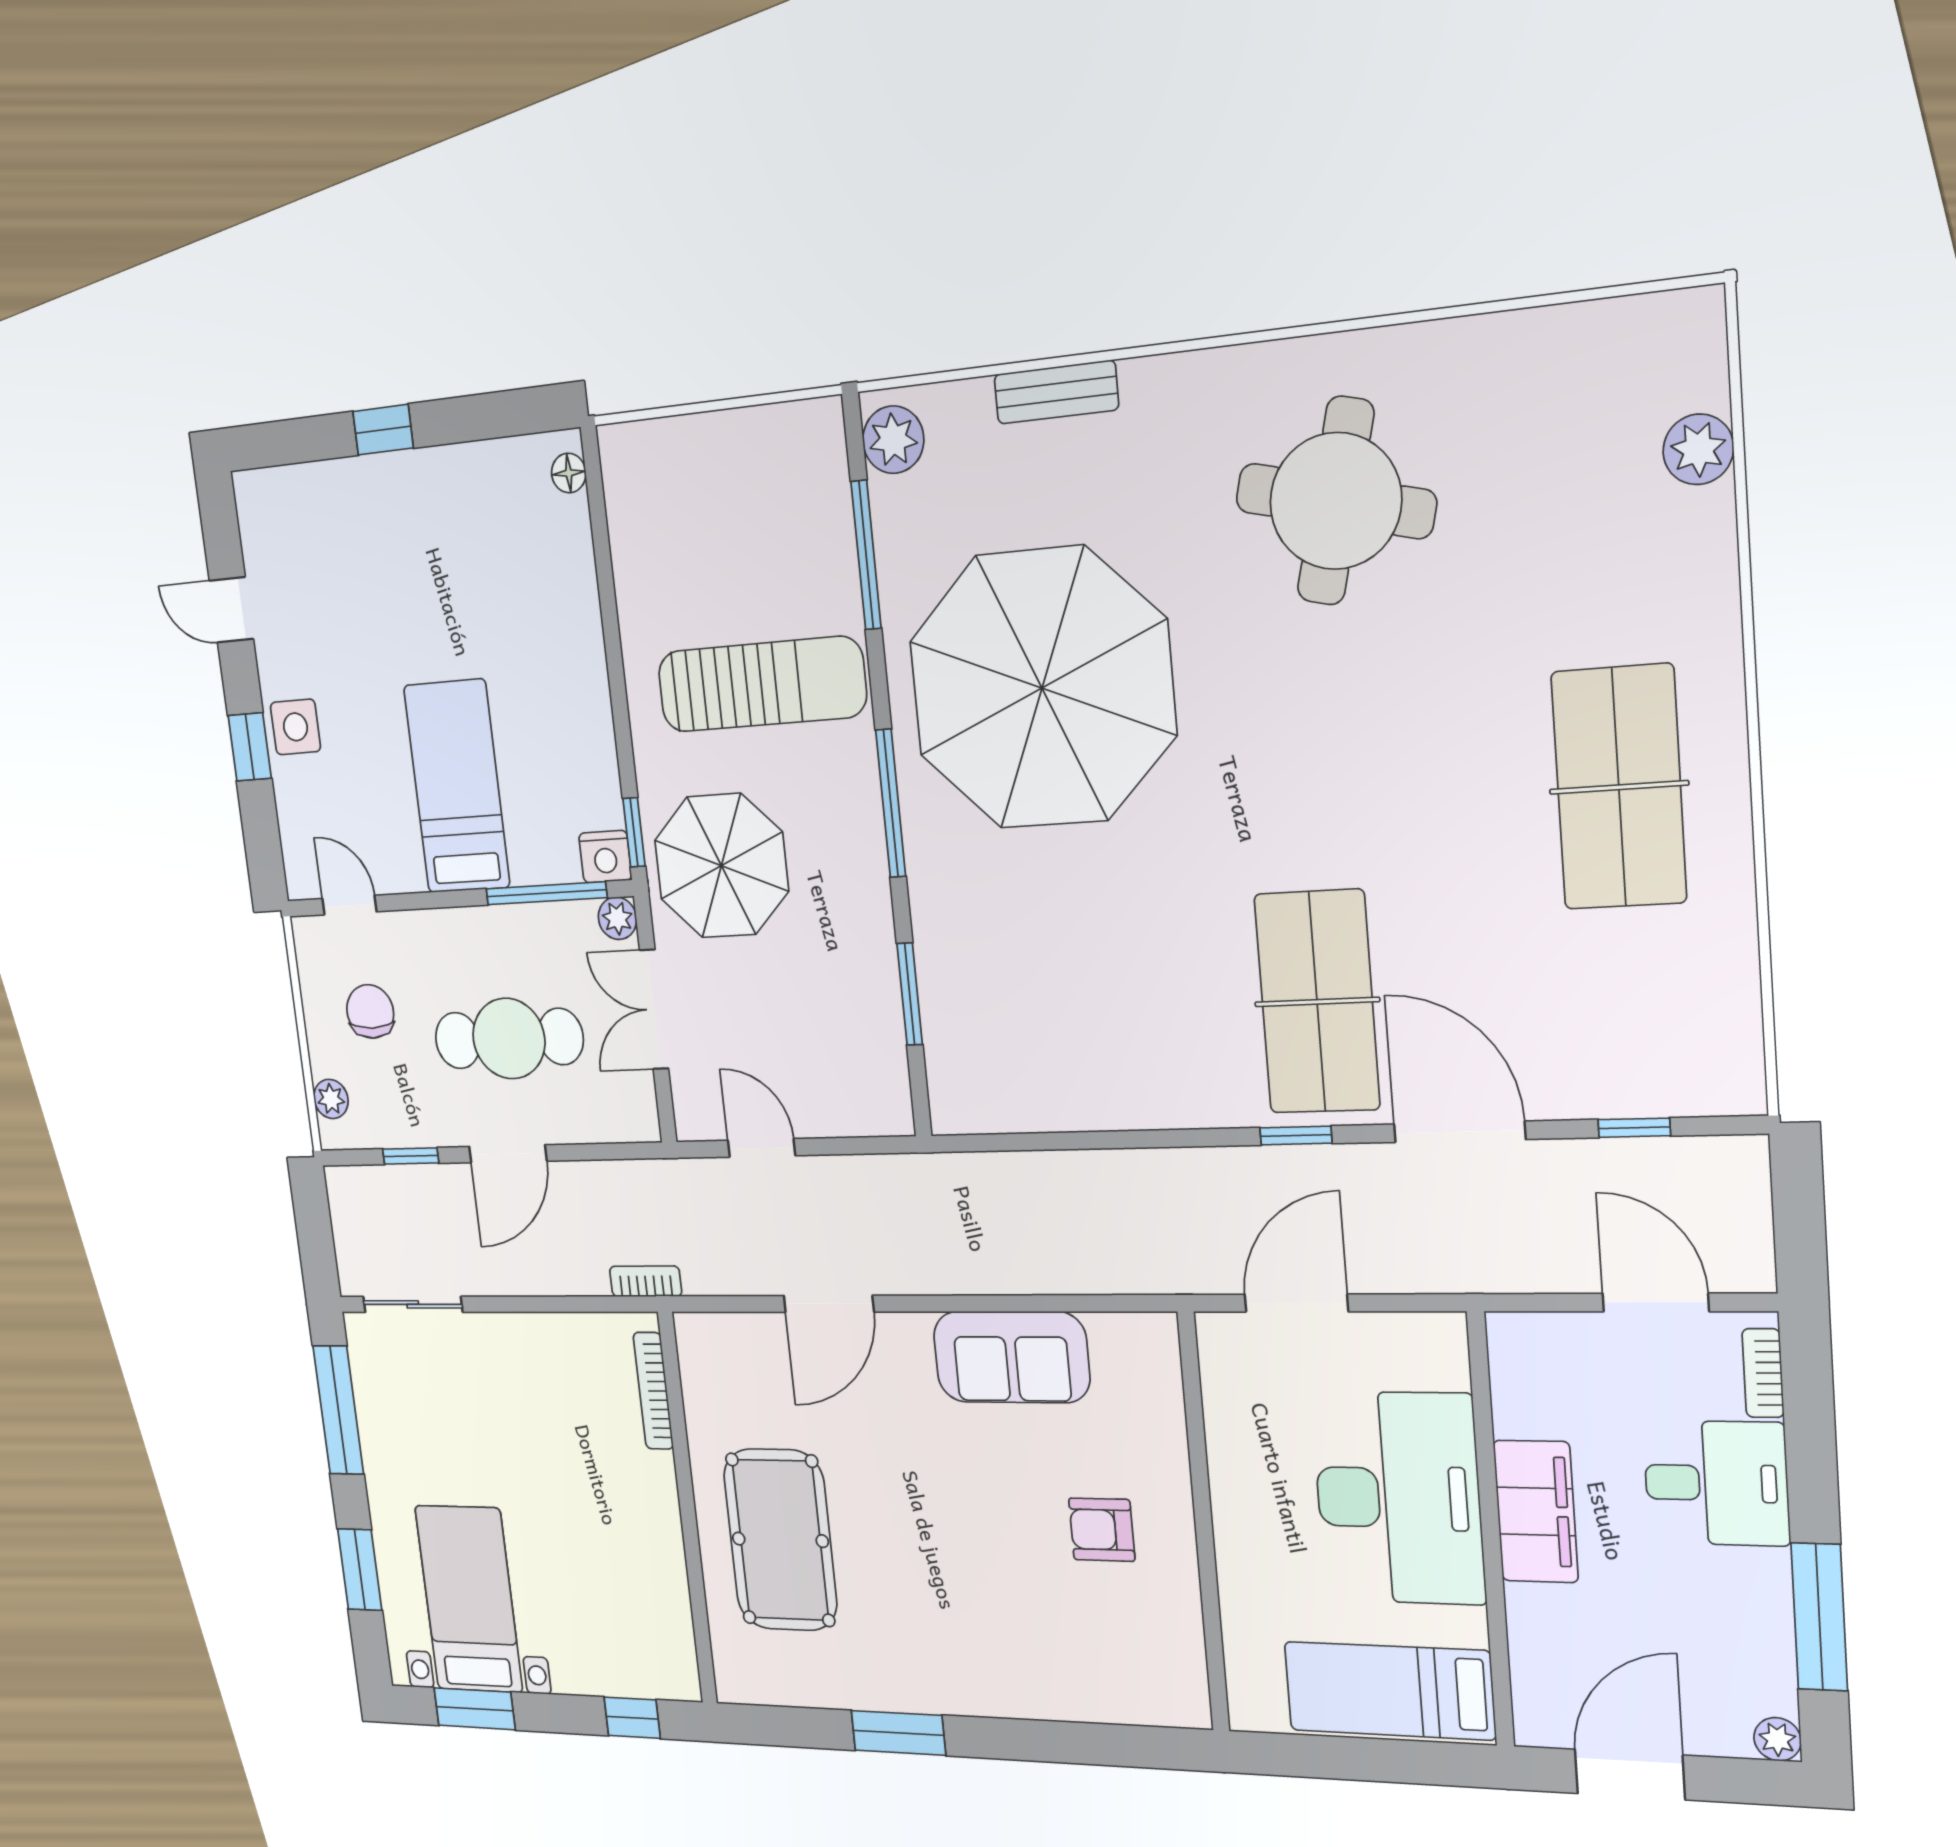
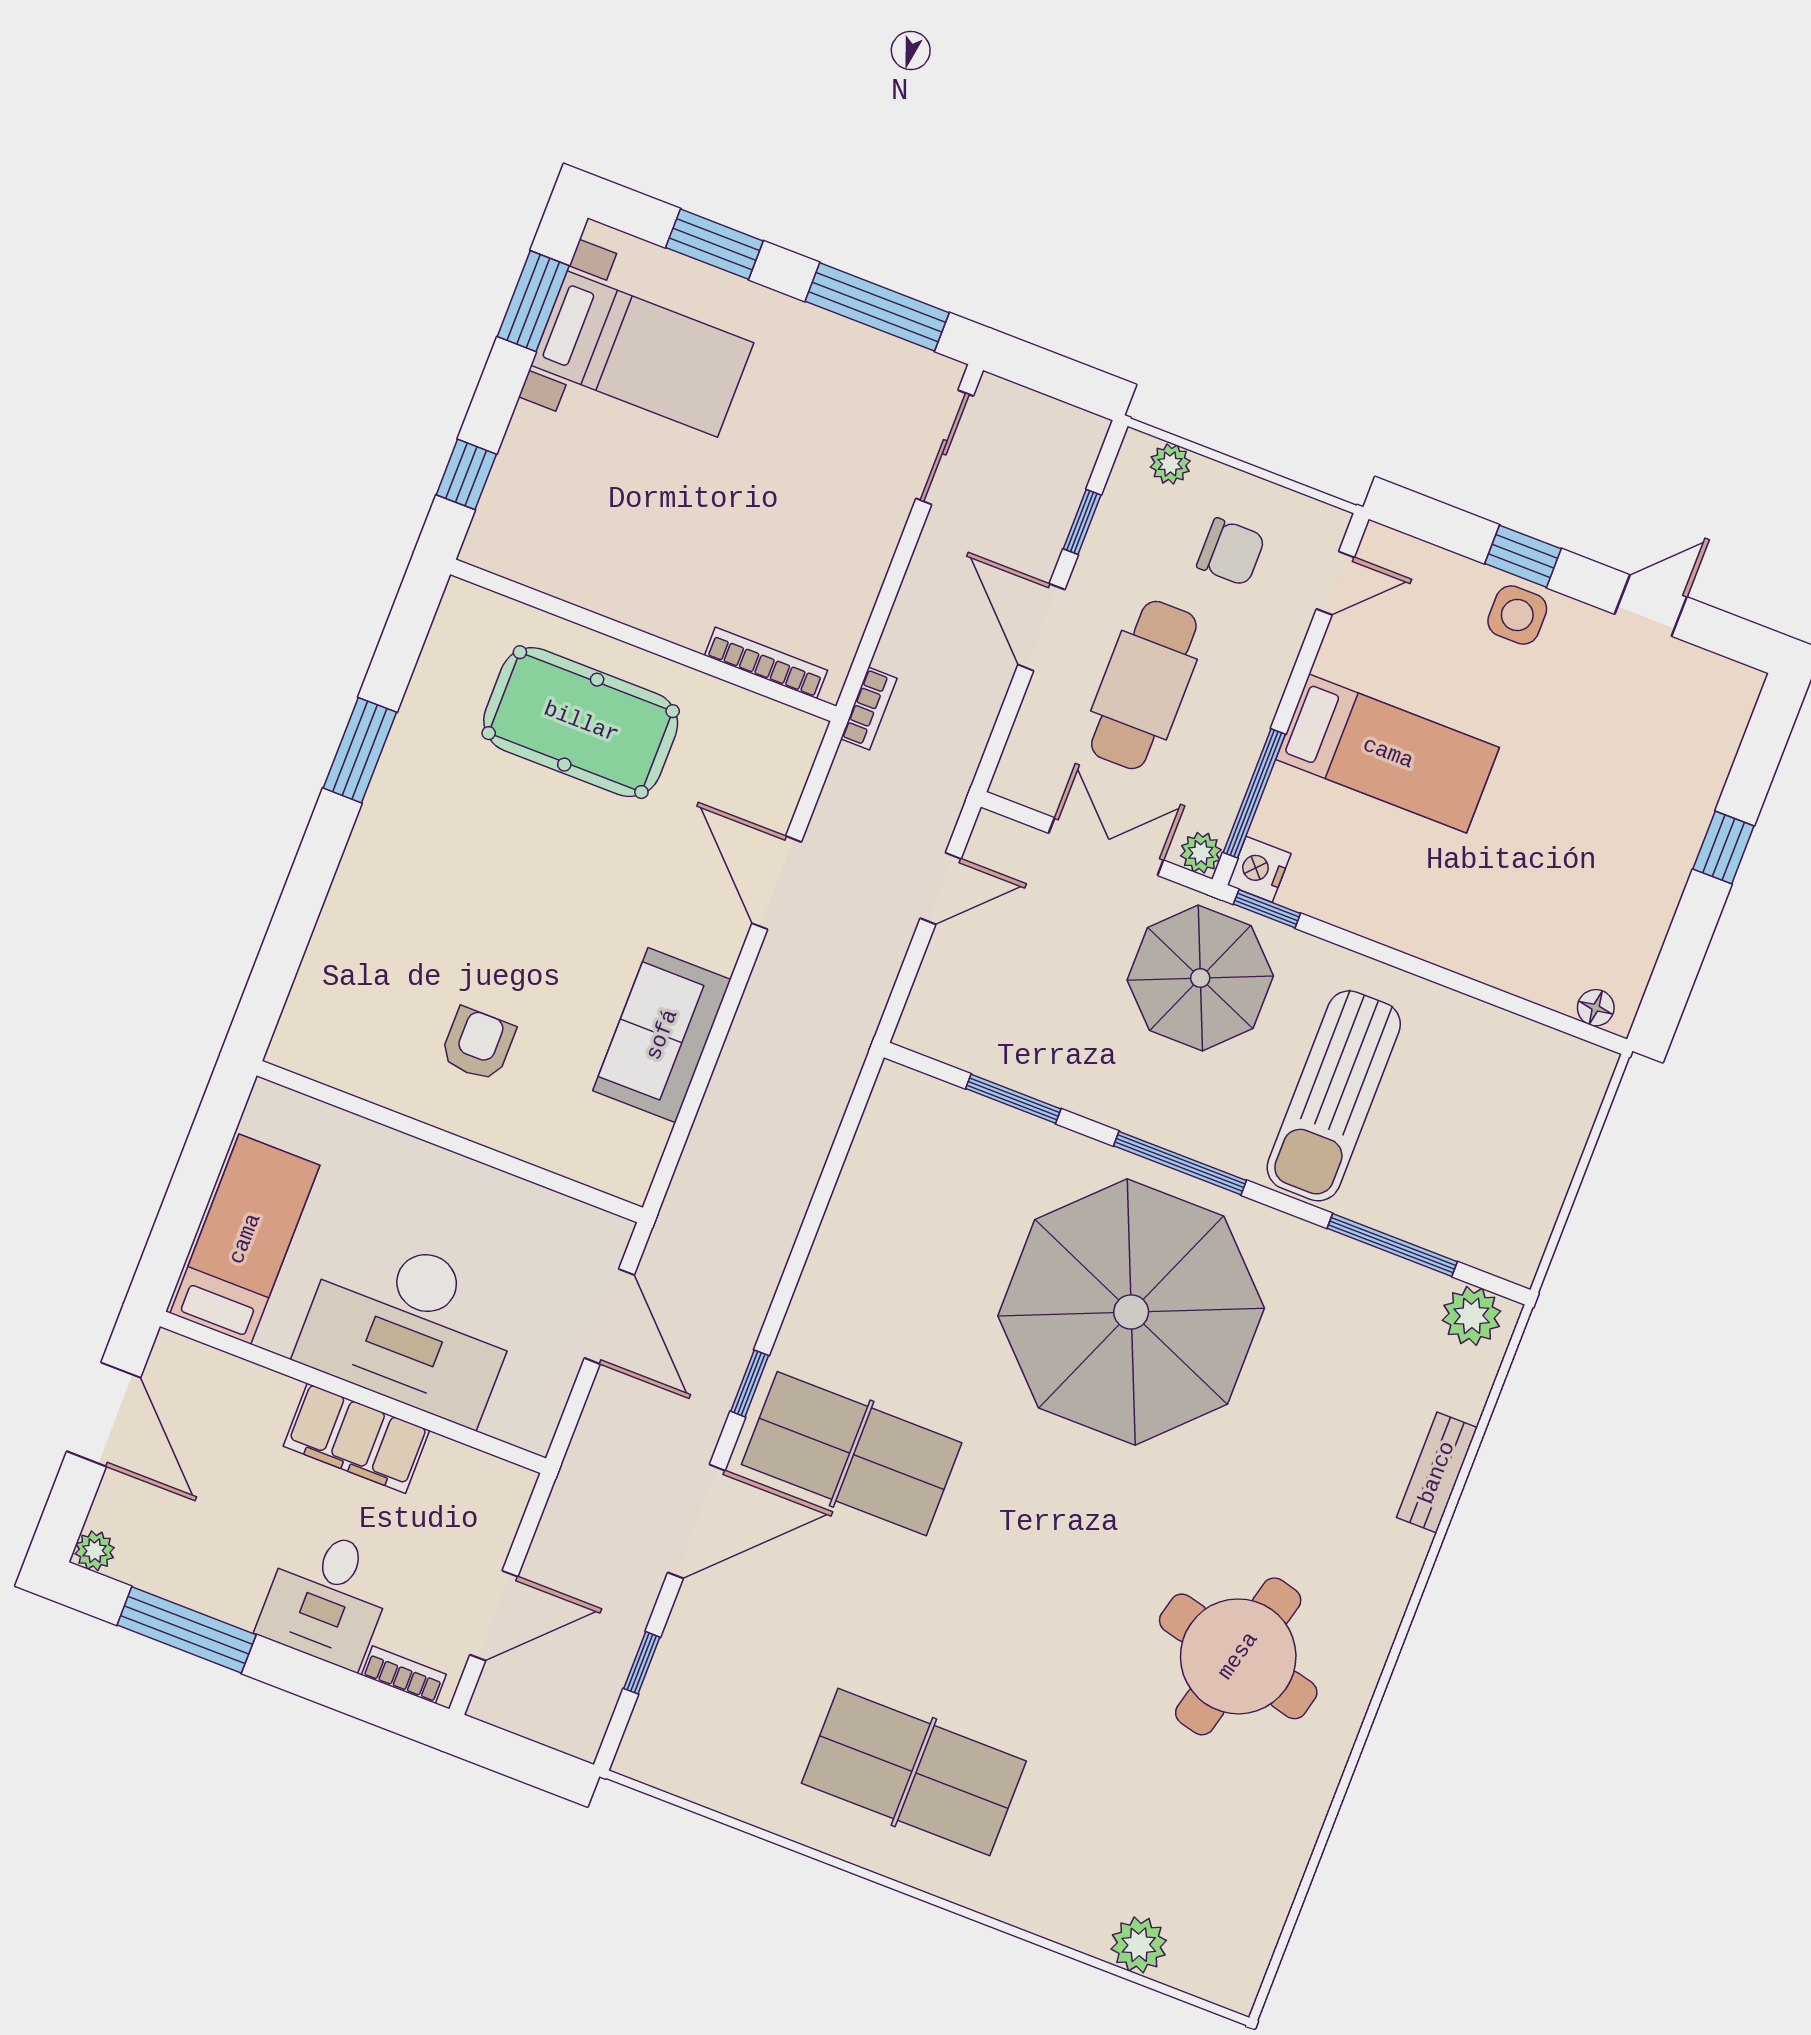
parasol: (1042, 688) -> (1131, 1312), moved

